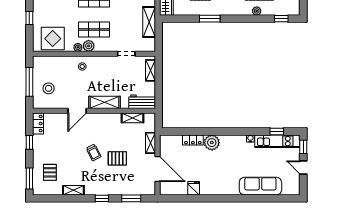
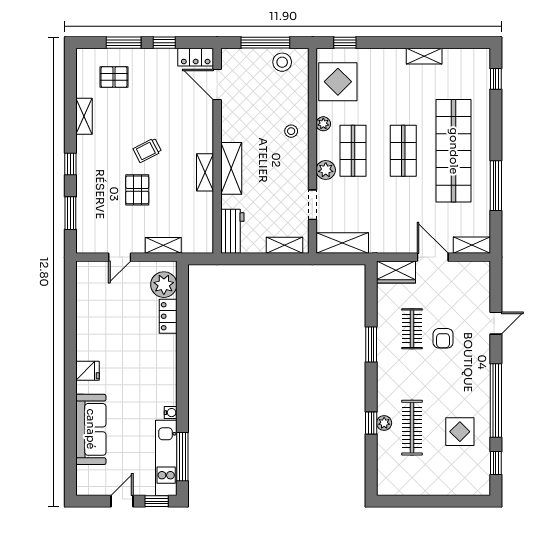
window: (29, 18) -> (345, 43), moved
window: (281, 19) -> (371, 423), moved
shelving: (149, 22) -> (342, 243), moved
plant: (89, 46) -> (326, 170), moved
stool: (49, 88) -> (282, 62), moved
door: (77, 111) -> (217, 85), moved
shelving: (132, 118) -> (205, 172), moved
window: (277, 132) -> (182, 457), width x2.17
plant: (212, 143) -> (164, 285), moved
door: (158, 169) -> (120, 257), width x0.53
window: (29, 179) -> (124, 43), moved
fridge: (194, 188) -> (87, 371), moved

